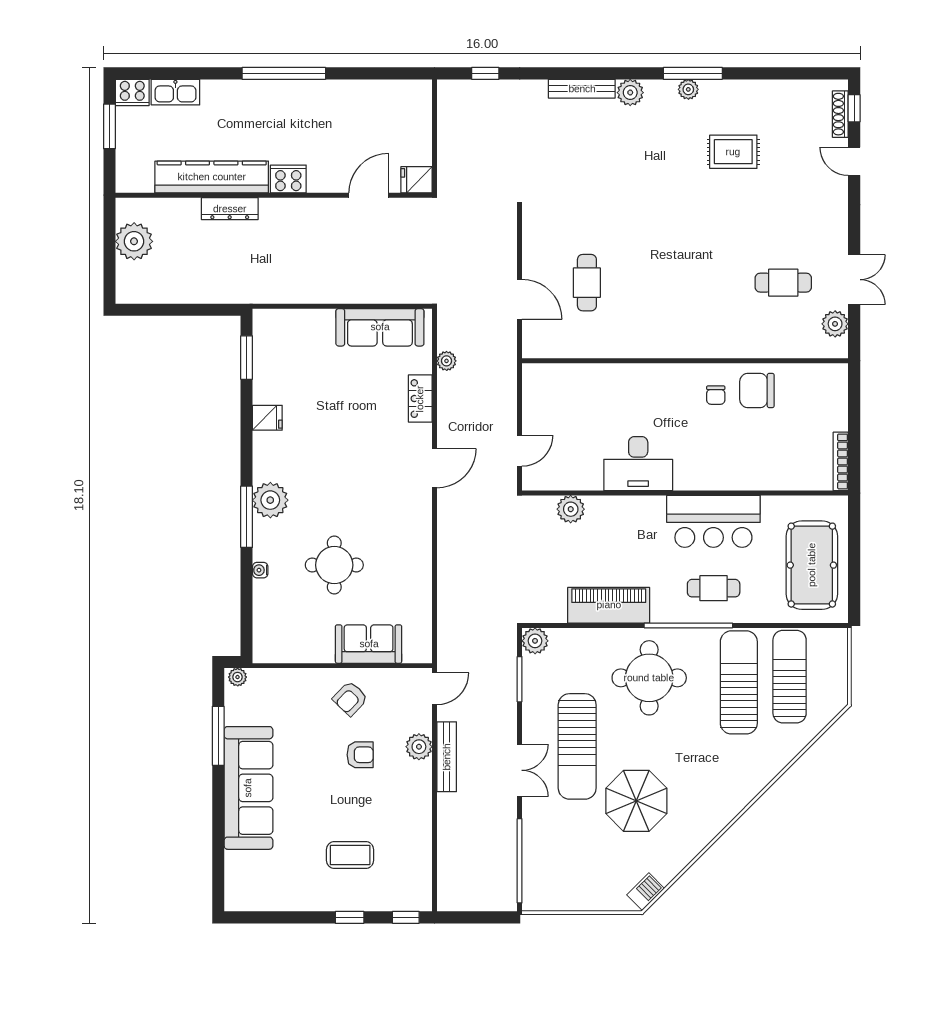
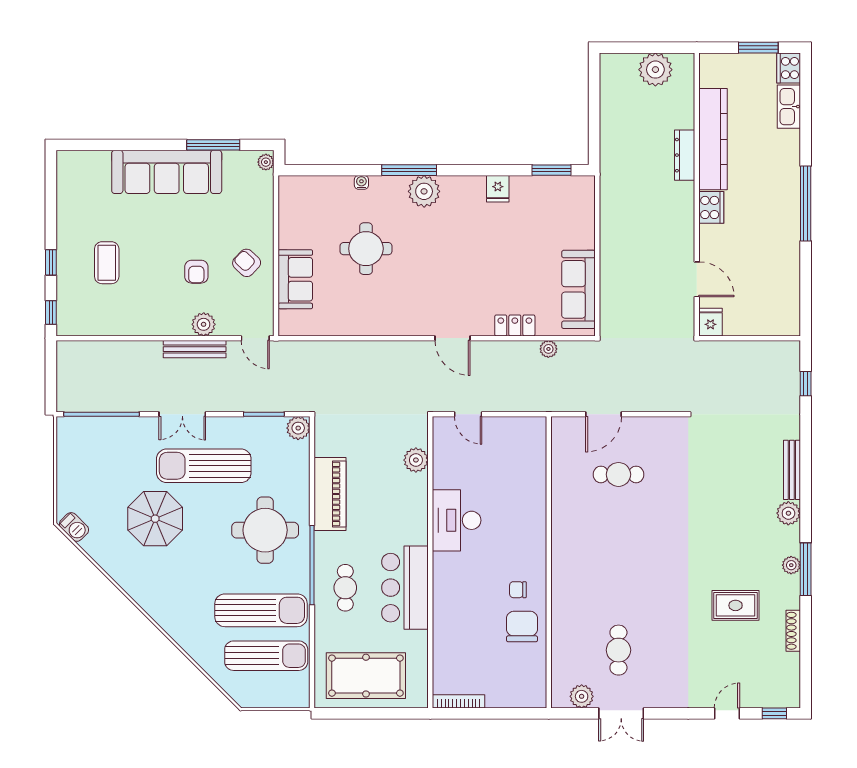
shoe rack: (840, 114) -> (793, 631), moved, turned -90
rug: (733, 152) -> (736, 605), turned 90

